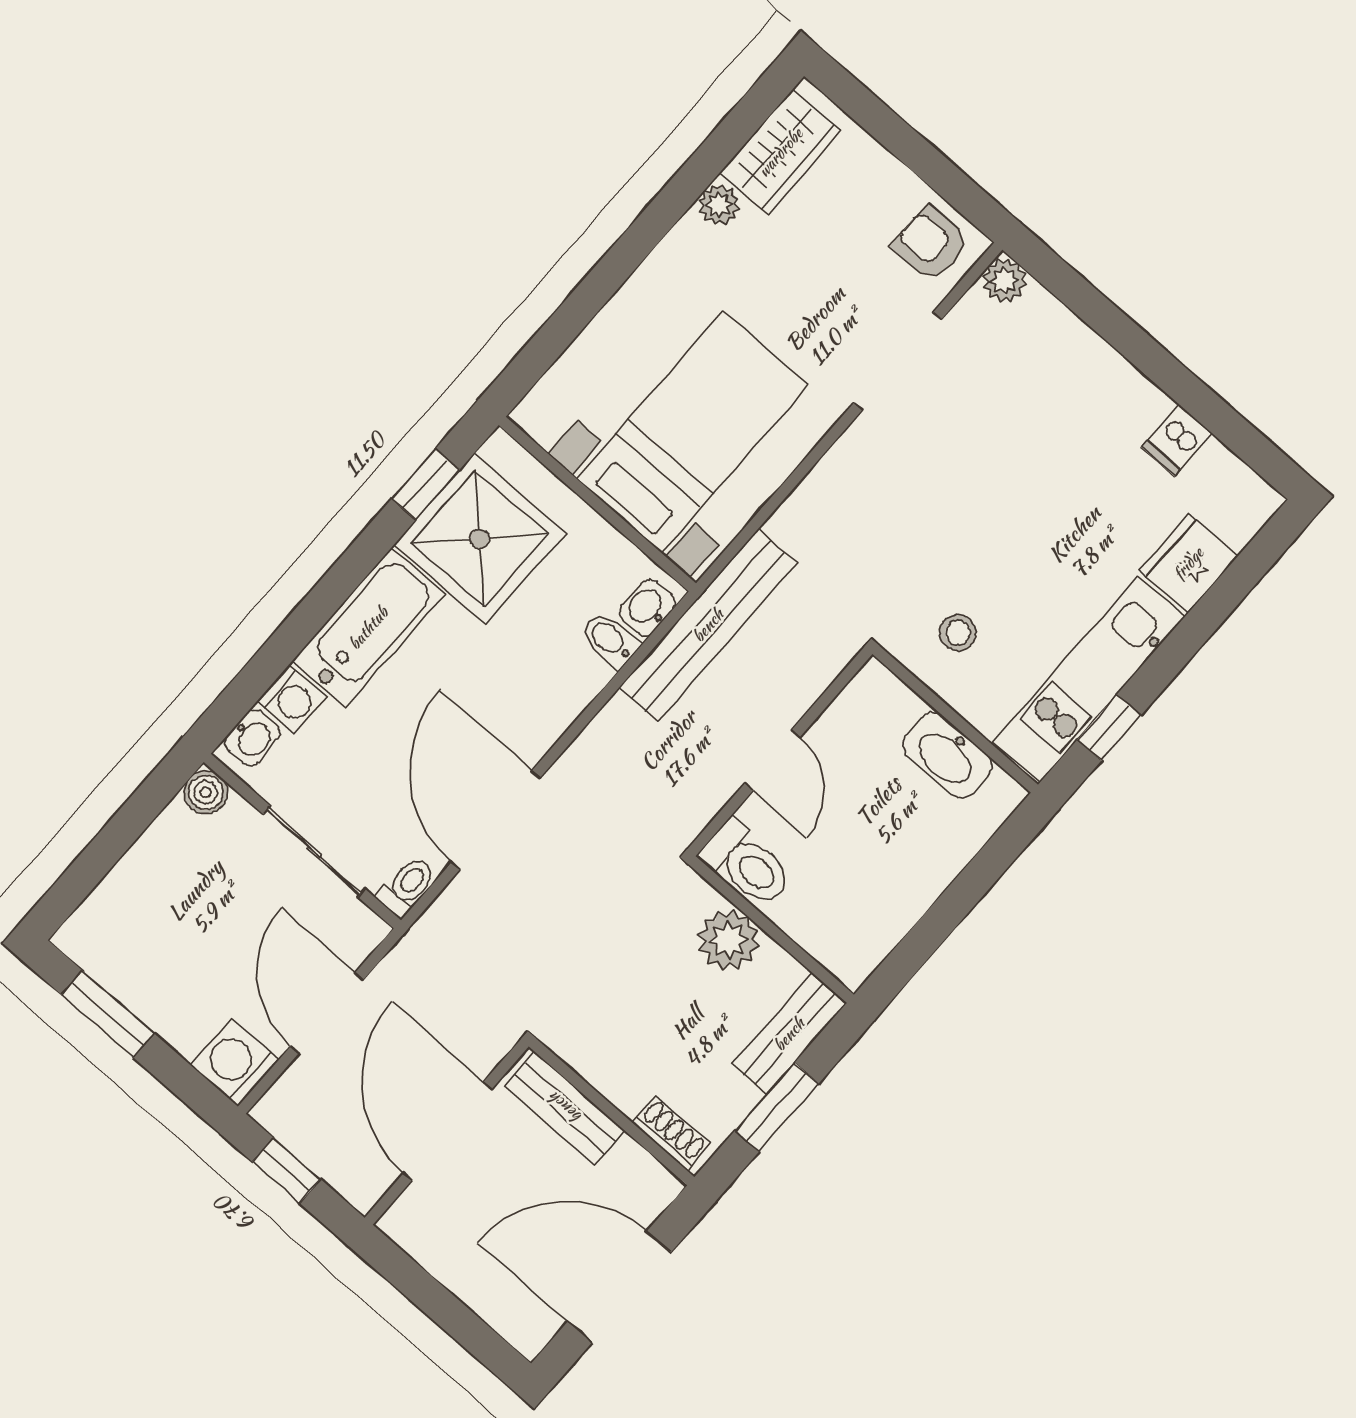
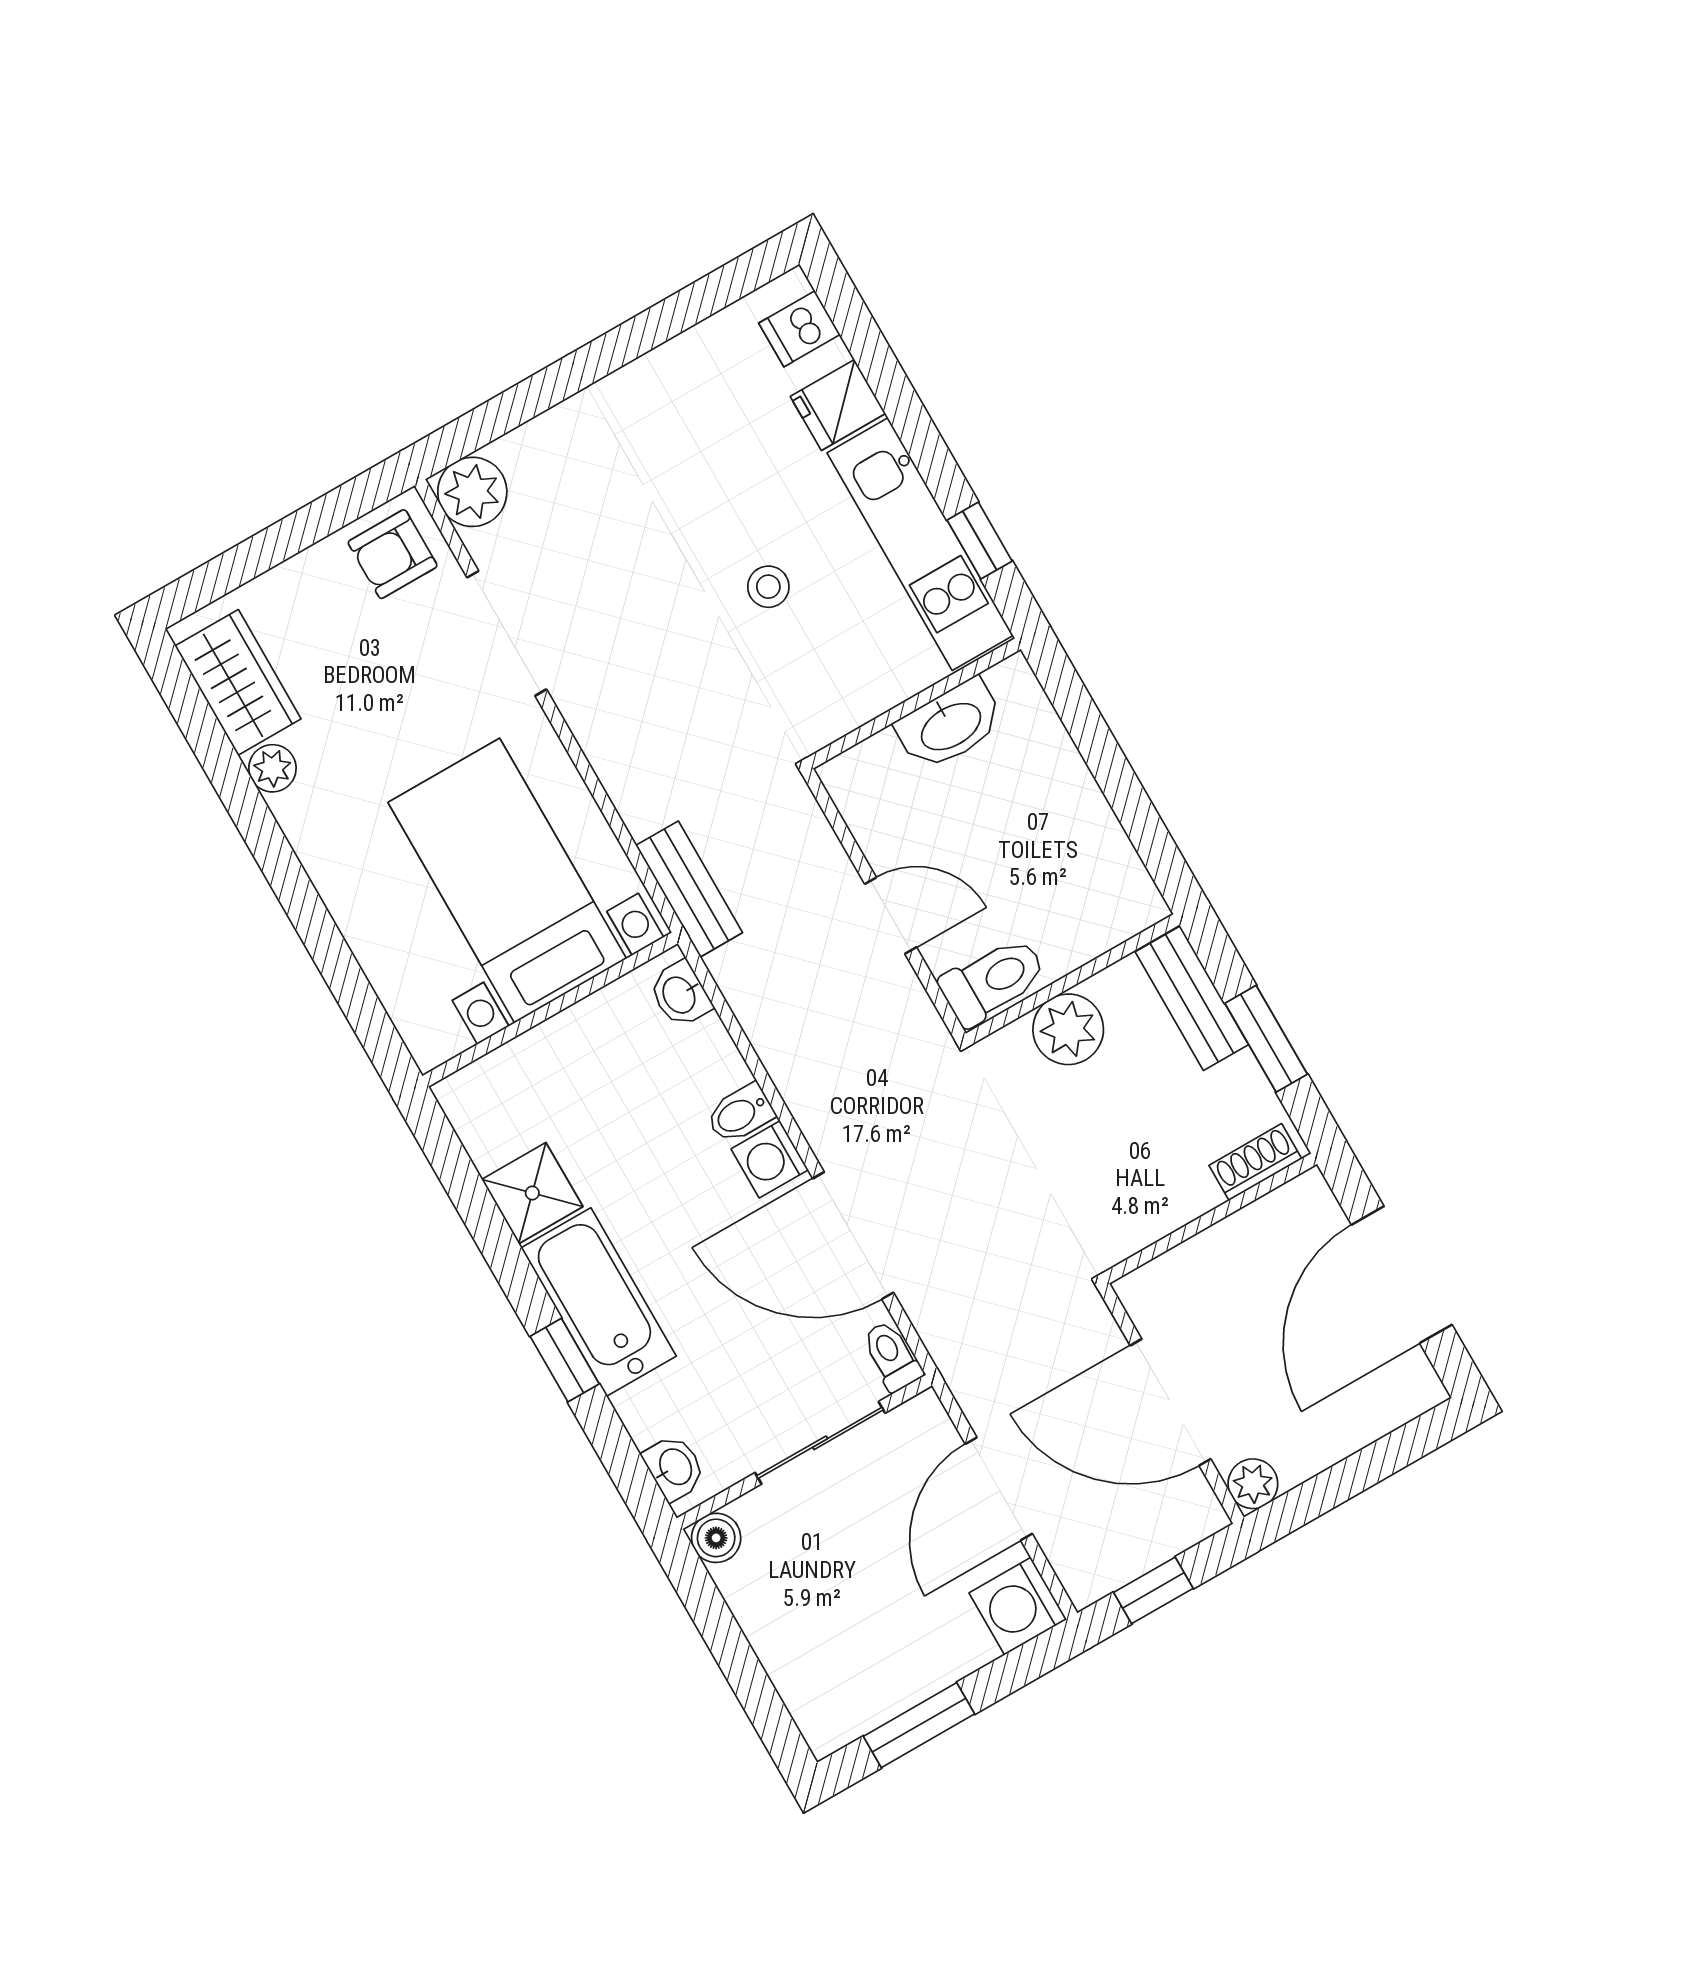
plant: (1004, 281) -> (472, 492), width x1.38, depth x1.38
dishwasher: (1177, 440) -> (799, 329), moved, turned 90
window: (426, 484) -> (565, 1360), moved
shower: (480, 539) -> (532, 1193), width x0.54, depth x0.54
fridge: (1188, 563) -> (838, 405), width x0.72
bench: (708, 625) -> (689, 889), width x0.54, depth x0.82
stool: (958, 633) -> (768, 587), moved
bidet: (610, 640) -> (740, 1114), moved
washing machine: (292, 699) -> (770, 1159), moved, turned 180
door: (327, 1013) -> (999, 1489), hinge flipped
bench: (565, 1108) -> (1189, 1268), removed
plant: (403, 1223) -> (1253, 1484), added

